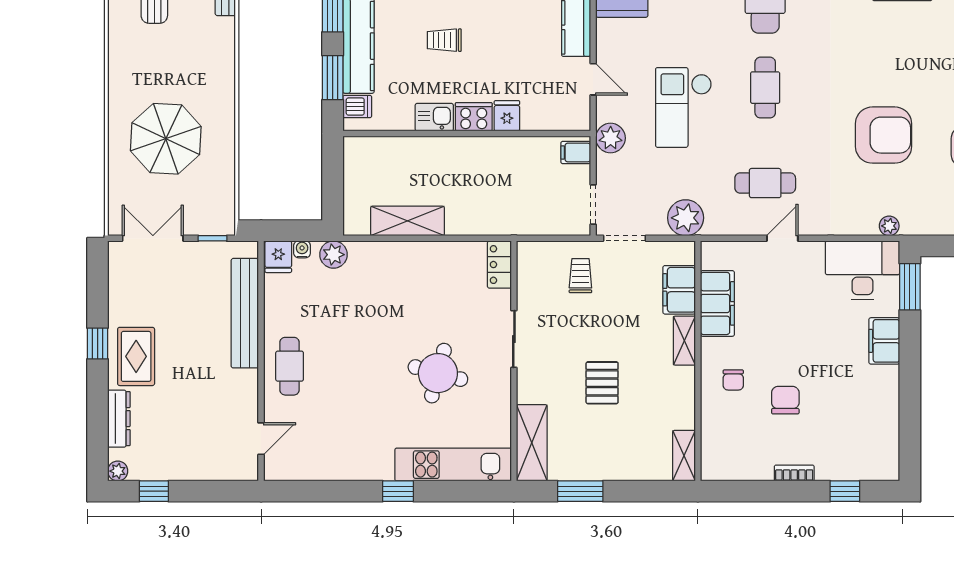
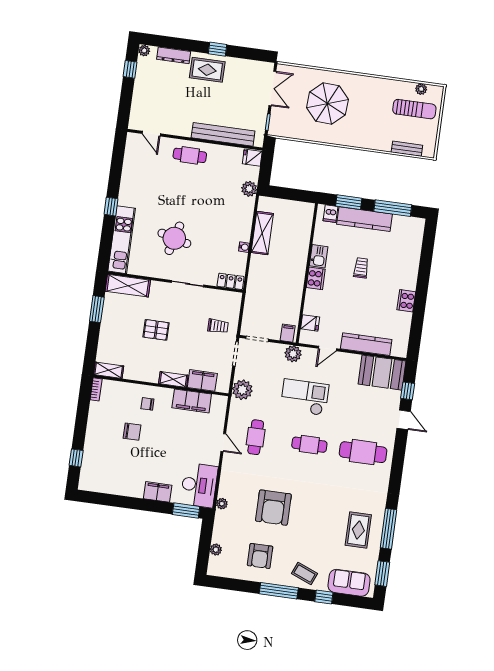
fridge: (507, 116) -> (310, 323), moved
water cooler: (302, 249) -> (244, 247), moved
bookcase: (794, 473) -> (96, 389), moved

